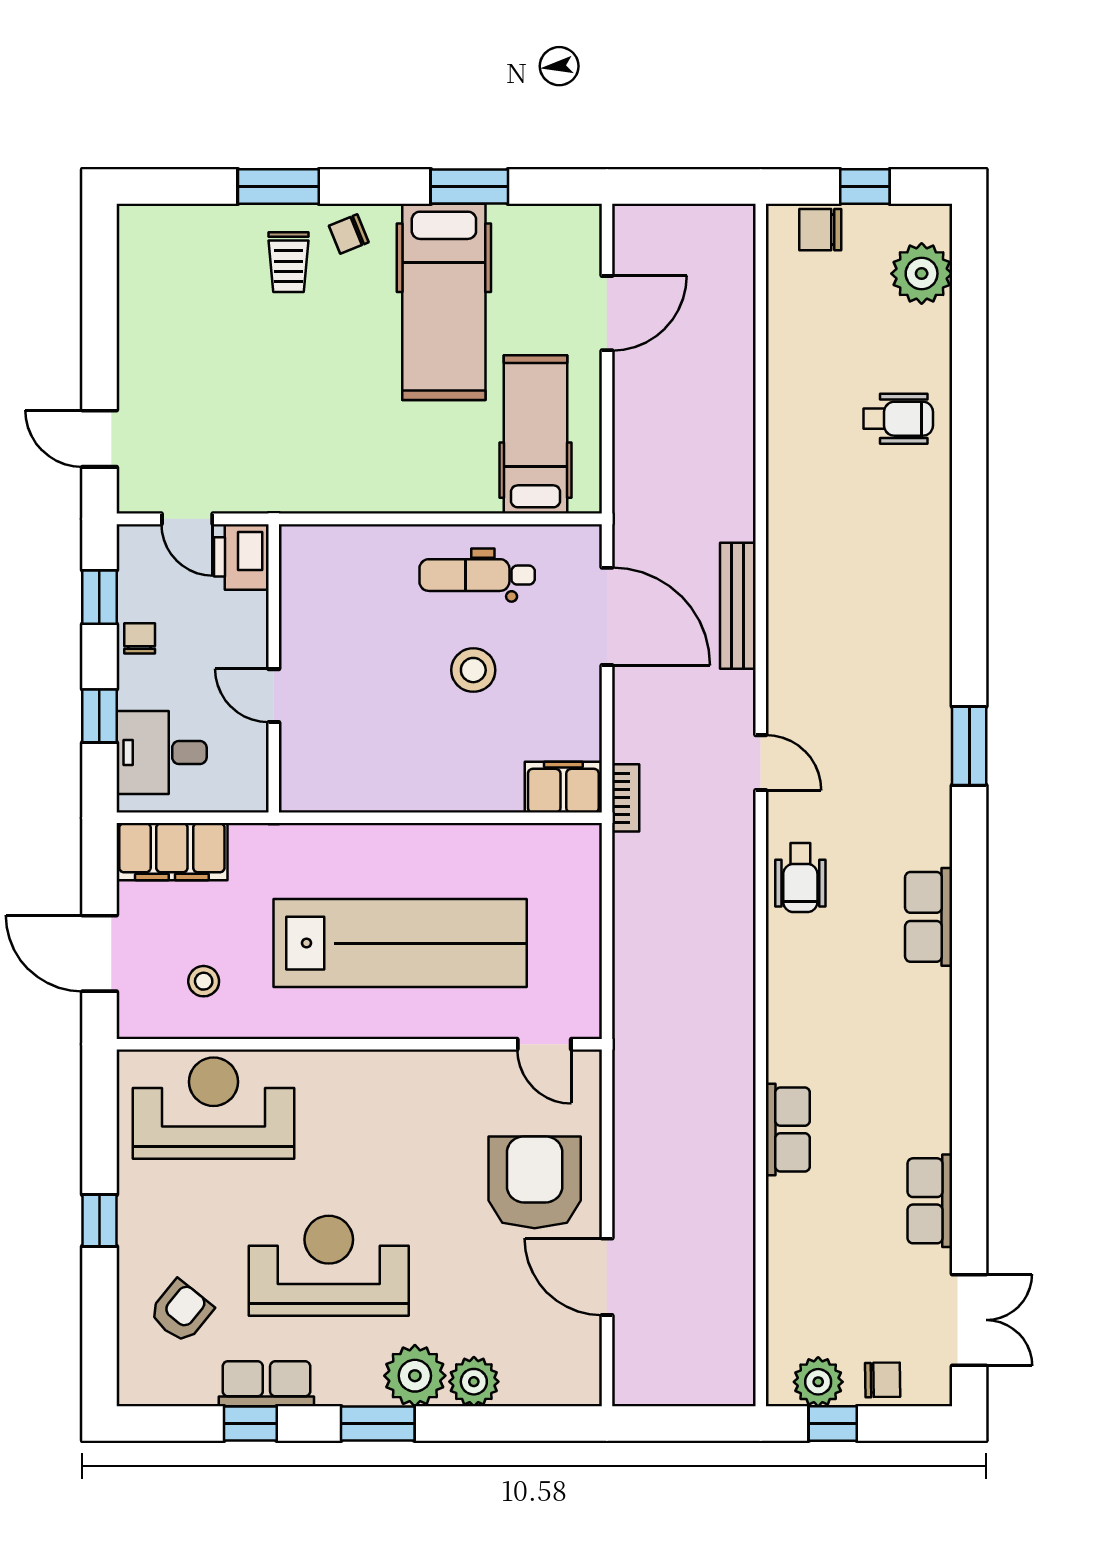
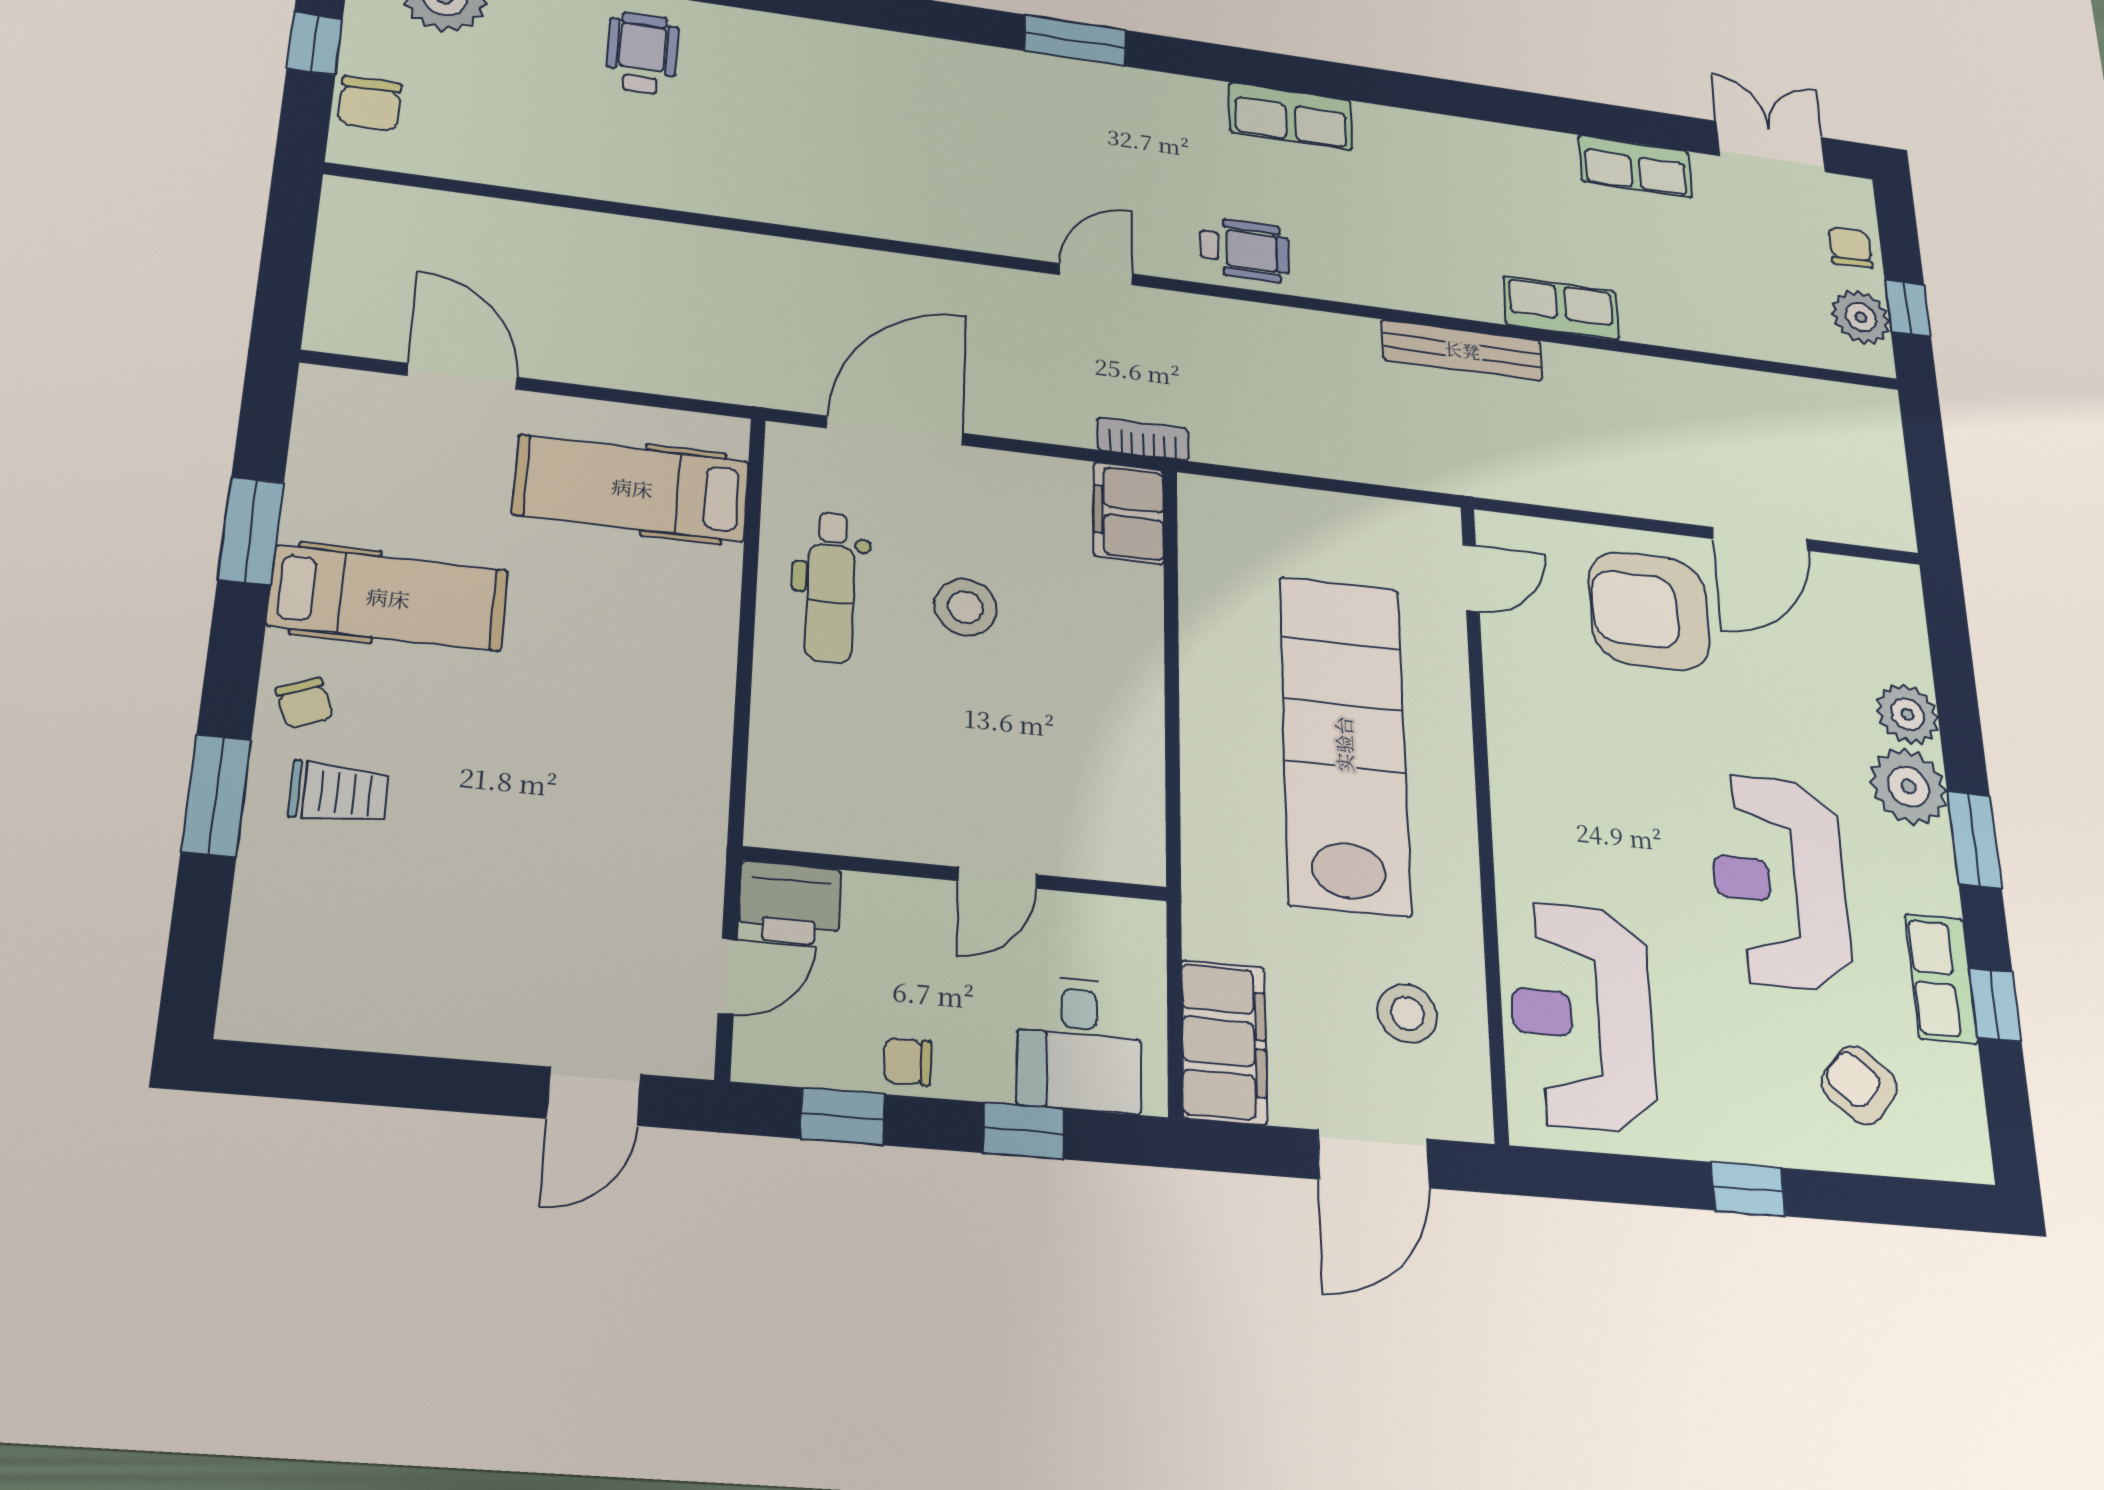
hospital bed: (444, 302) -> (388, 598), width x0.73, depth x0.78
bench: (738, 606) -> (1462, 350), moved
stool: (204, 981) -> (1407, 1013), width x1.37, depth x1.37

